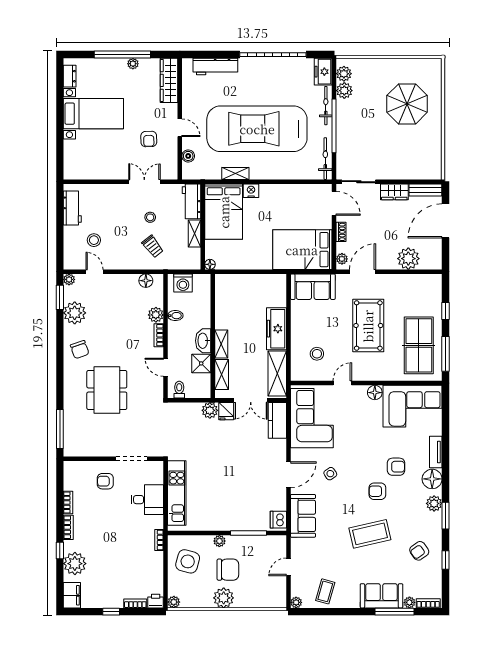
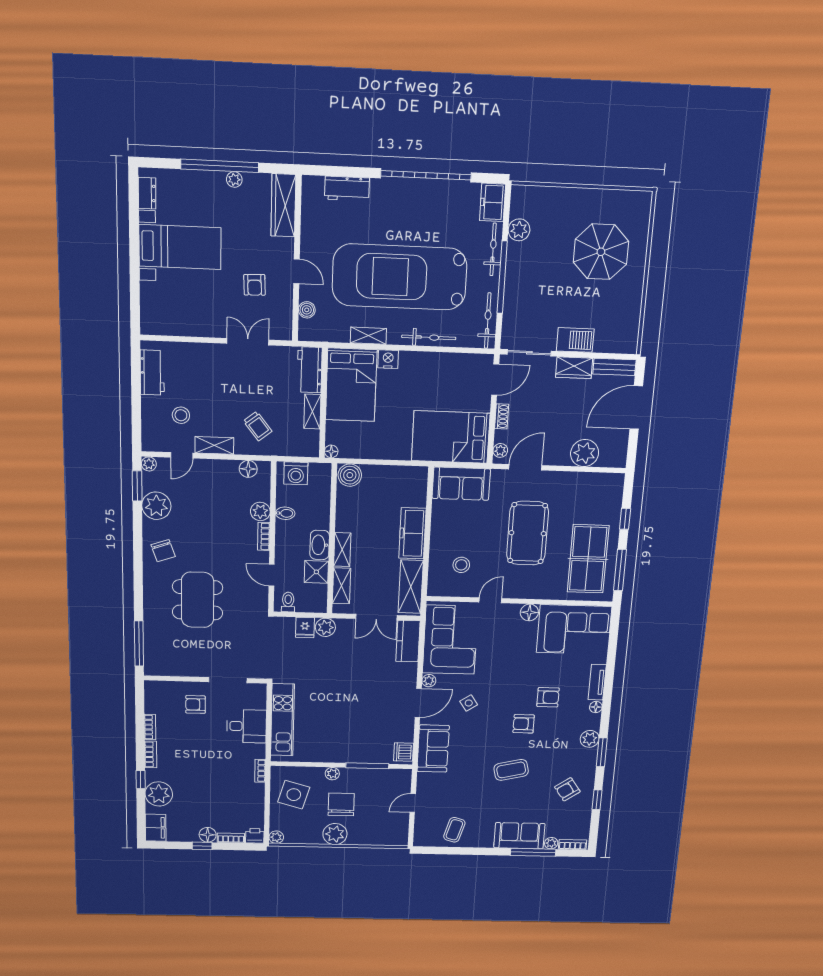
workbench: (215, 66) -> (347, 189), width x0.73
plant: (344, 74) -> (520, 207), removed
barbecue: (393, 171) -> (575, 340), added
bicycle: (281, 173) -> (429, 337), added
door: (334, 203) -> (495, 380), hinge flipped
stool: (150, 217) -> (255, 389), removed
shelving: (119, 263) -> (214, 445), added
door: (95, 272) -> (182, 455), swing flipped
boiler: (225, 283) -> (350, 475), added
fridge: (226, 411) -> (305, 628), moved
floor lamp: (432, 479) -> (596, 707), width x0.53, depth x0.53
coffee table: (370, 534) -> (511, 770), width x0.73, depth x0.76
chair: (228, 570) -> (341, 804), turned -90
floor lamp: (116, 601) -> (208, 835), added
plant: (296, 602) -> (429, 681), moved

